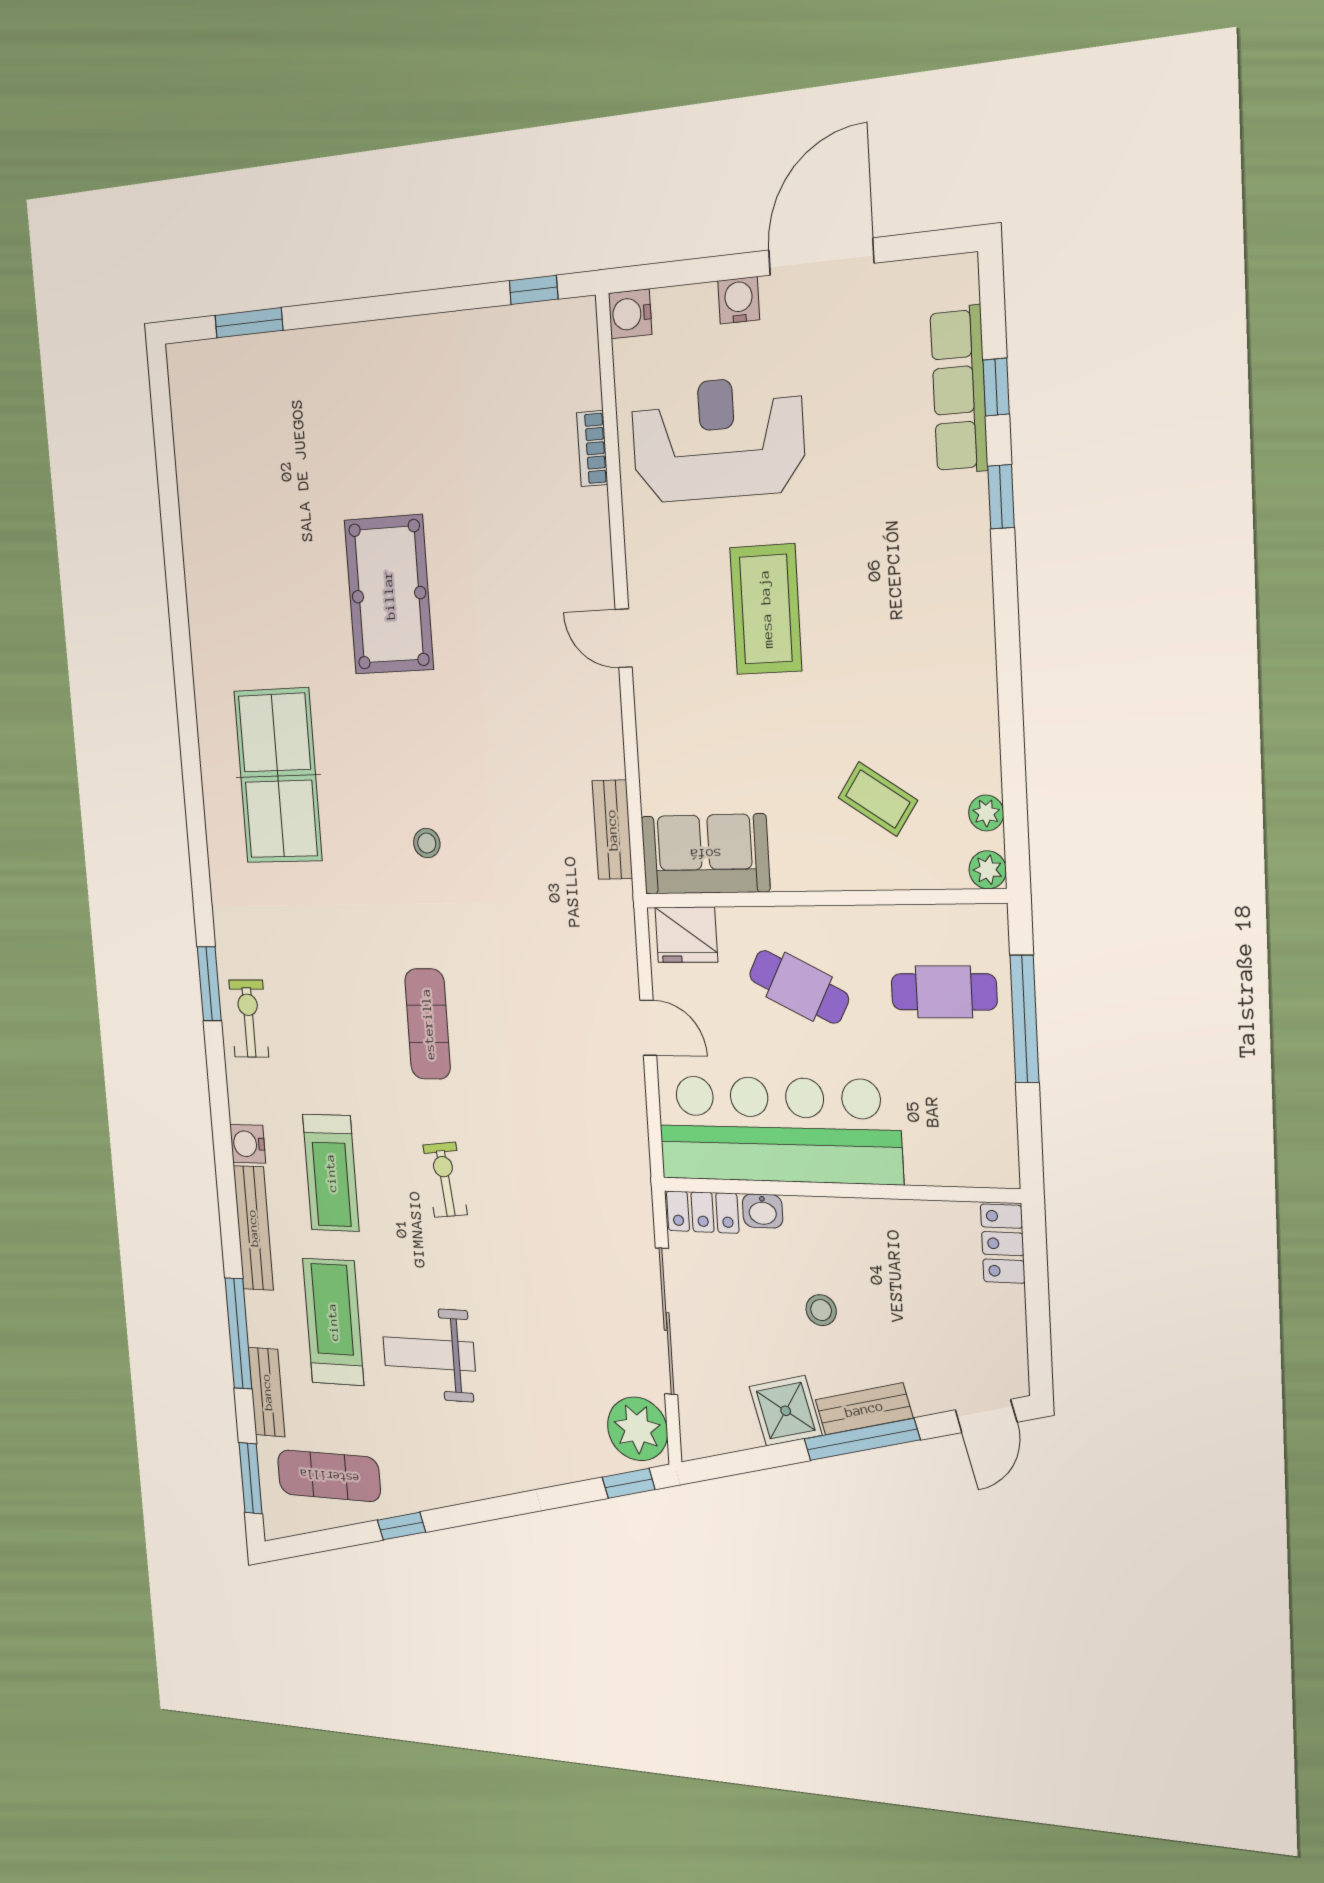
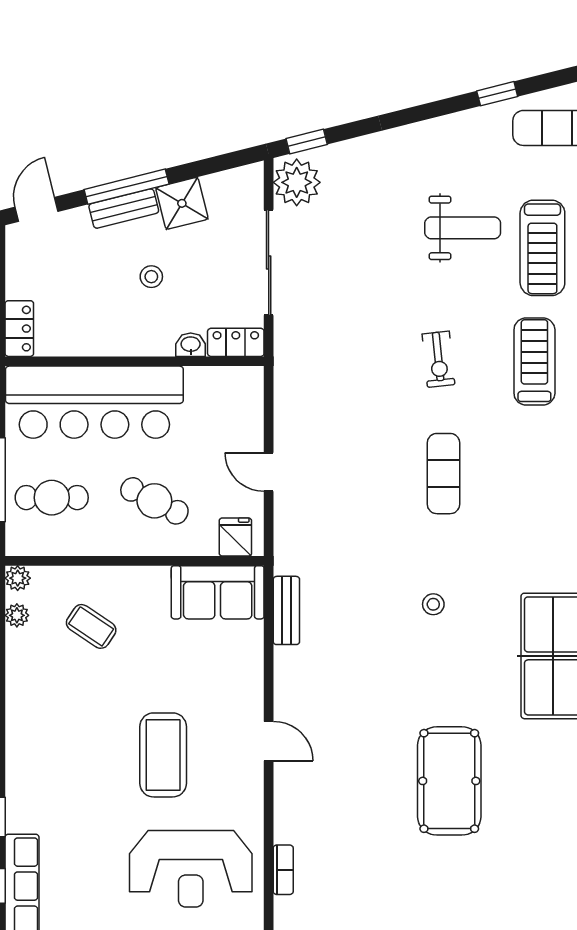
fridge: (686, 935) -> (235, 537), width x0.72
bar counter: (779, 1130) -> (94, 402), moved

